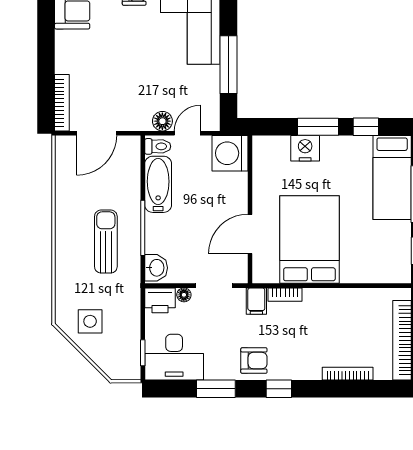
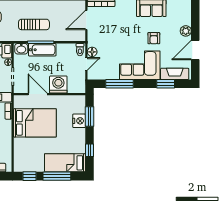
window: (318, 127) -> (89, 116), moved
door: (97, 133) -> (86, 20), hinge flipped
door: (187, 133) -> (86, 64), hinge flipped
washing machine: (230, 153) -> (58, 84), moved
bathtub: (158, 184) -> (42, 50), moved

